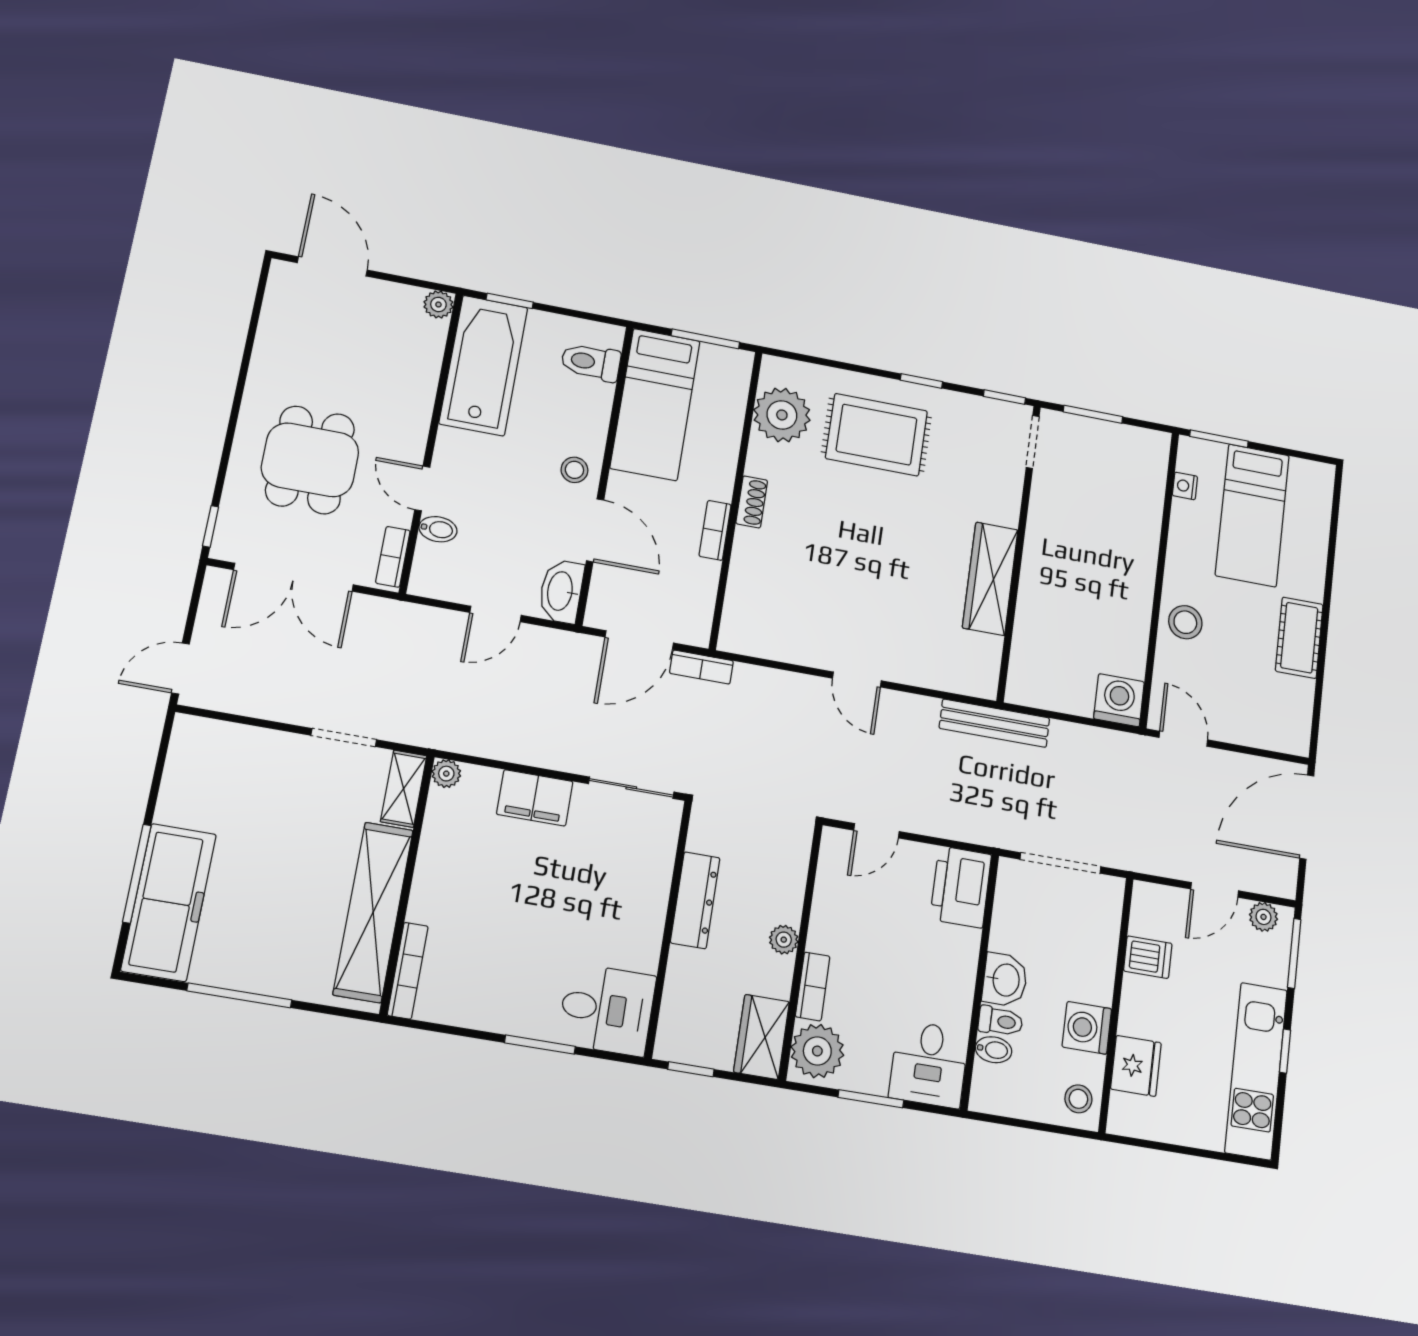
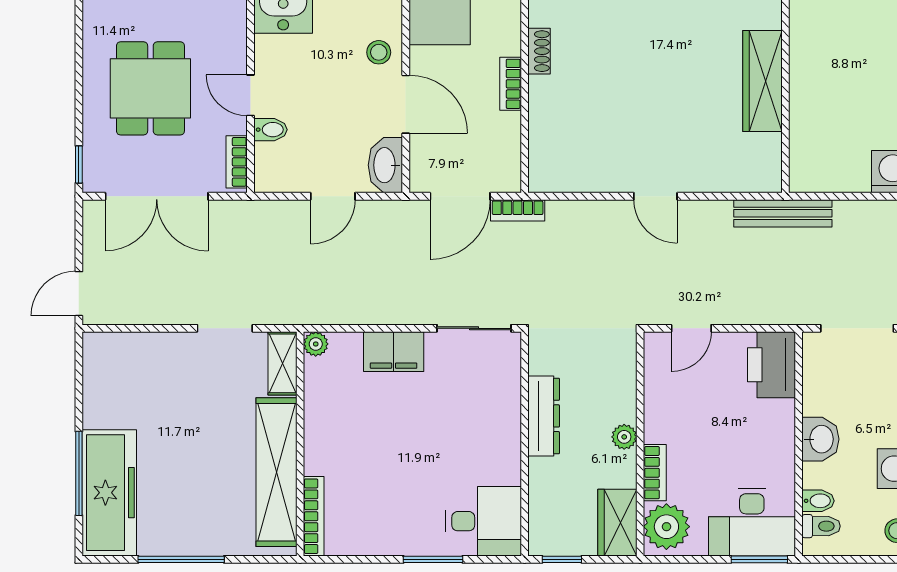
toilet: (1001, 1021) -> (821, 526), moved
desk: (929, 1064) -> (752, 522), width x1.37
window: (871, 1099) -> (759, 559), moved

